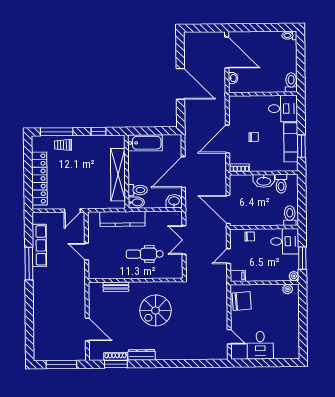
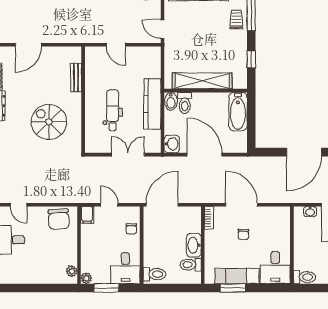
kitchen counter: (122, 219) -> (152, 104), moved
door: (87, 252) -> (116, 45), swing flipped
door: (229, 337) -> (19, 205), hinge flipped

